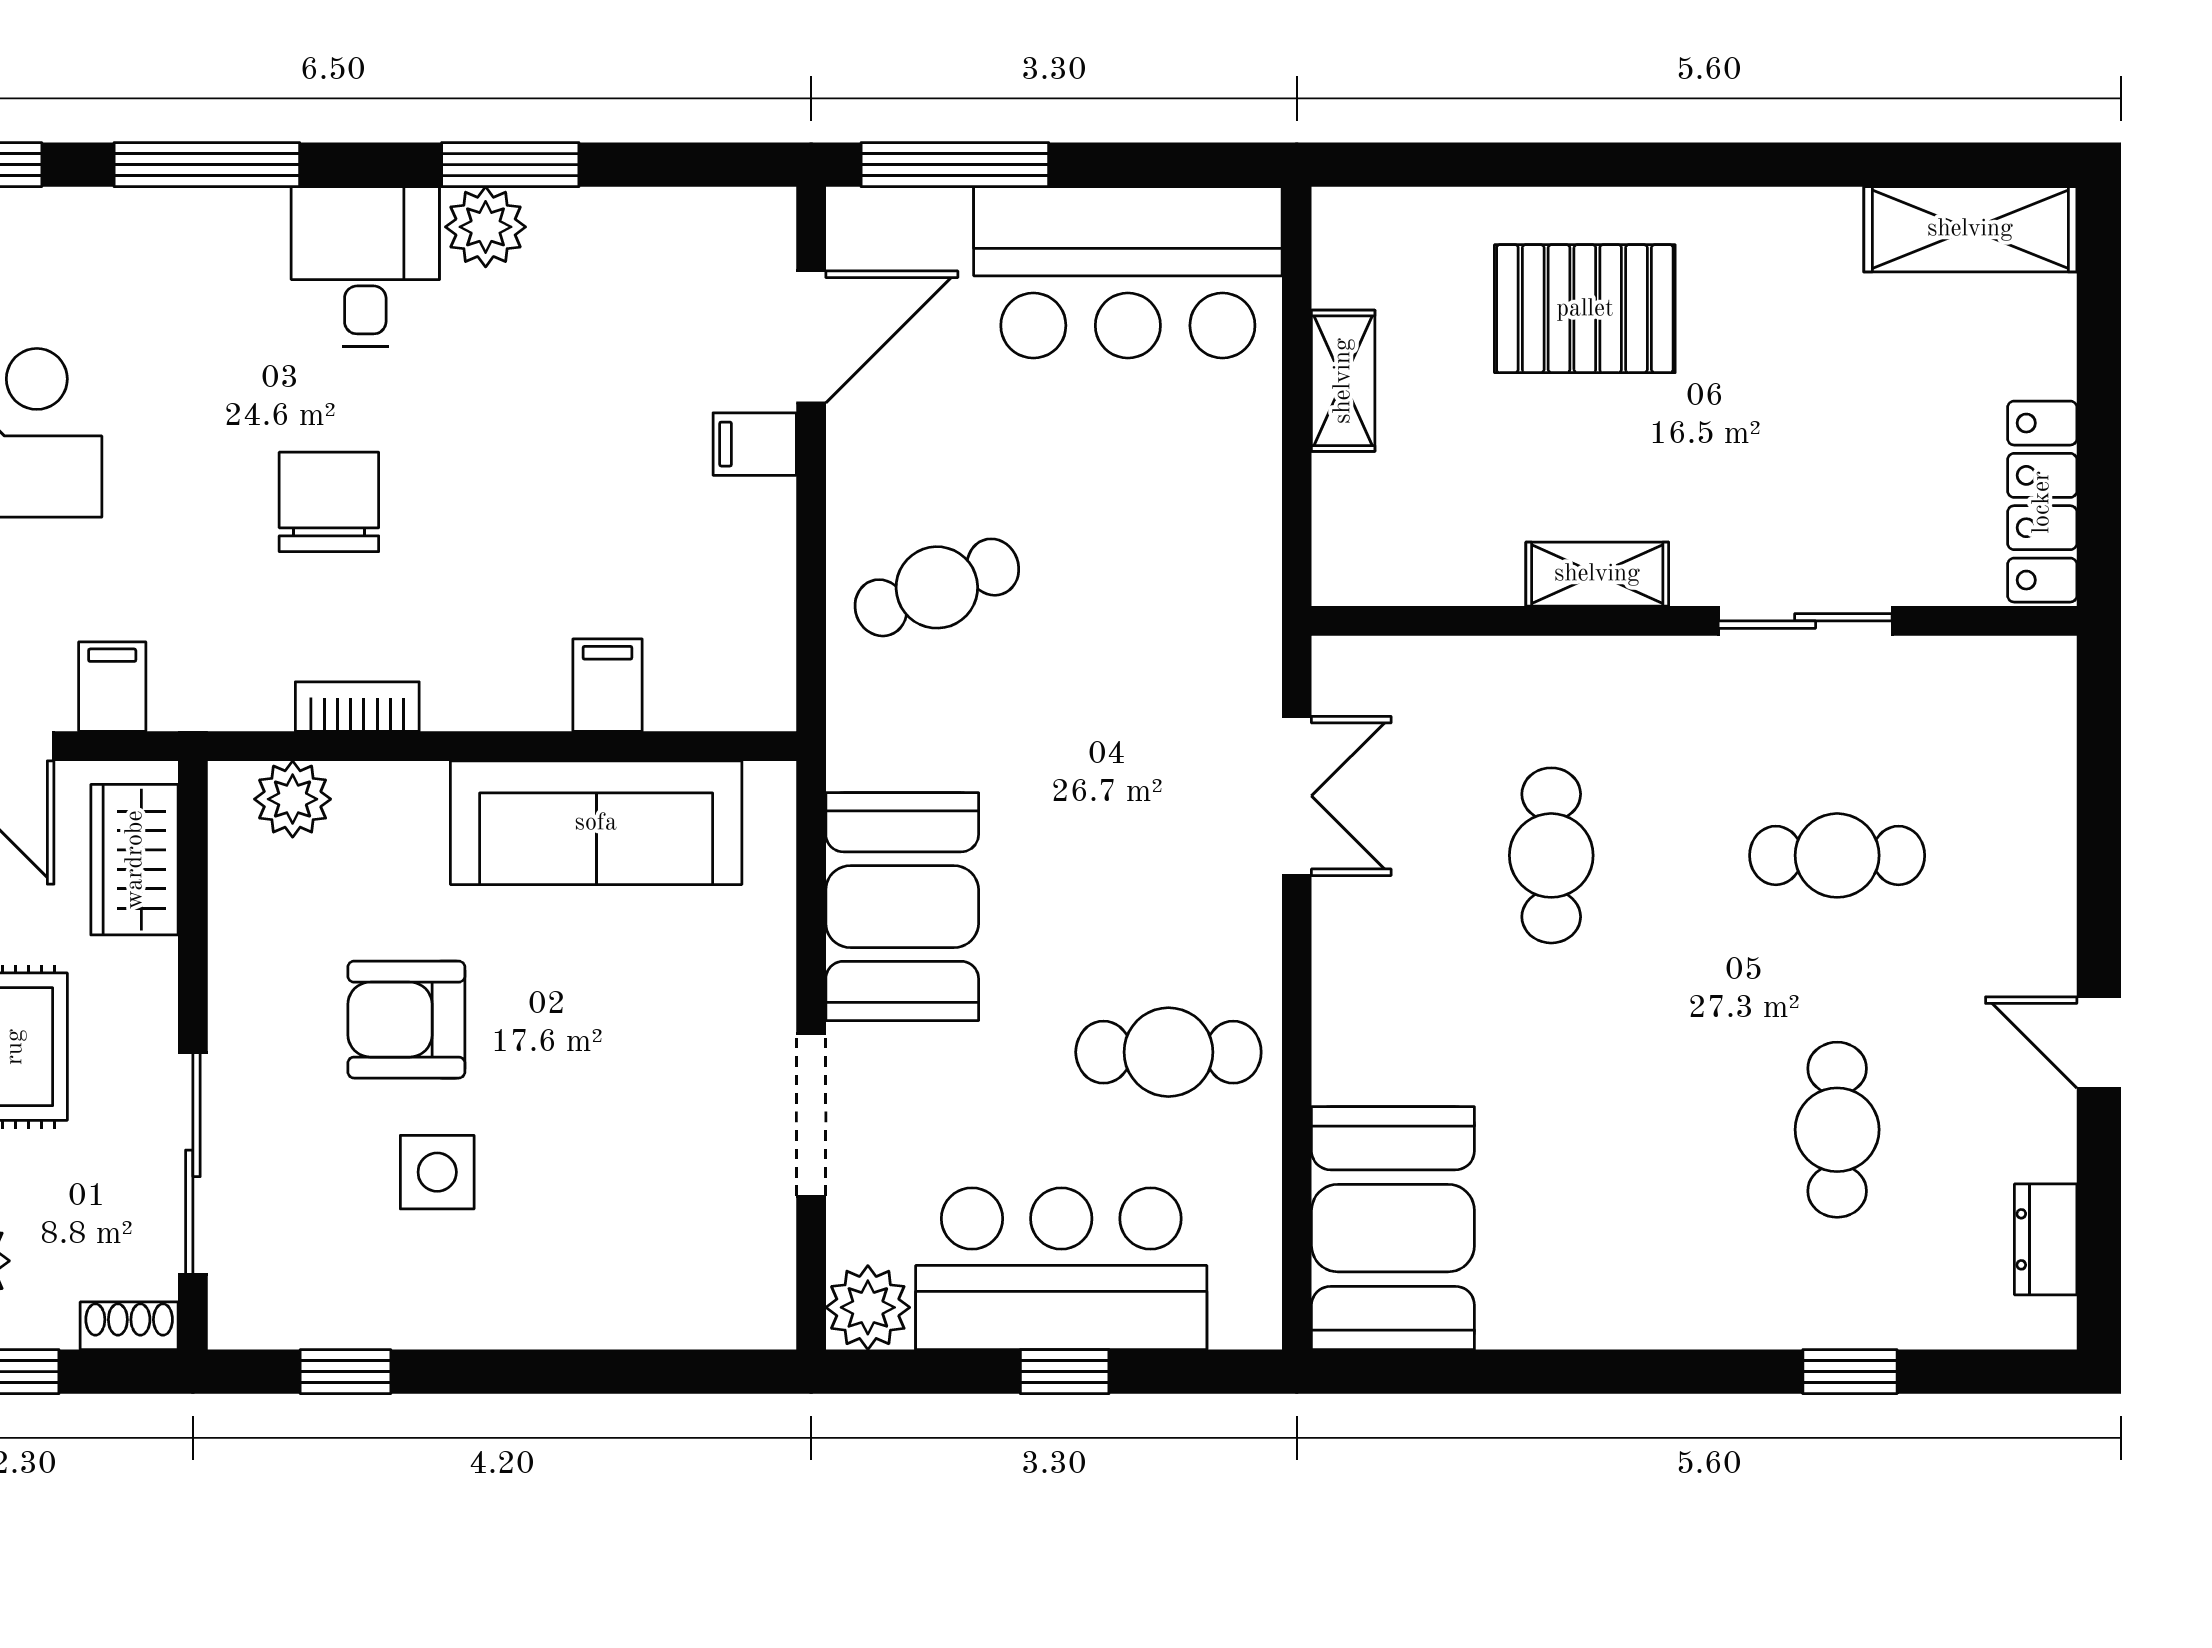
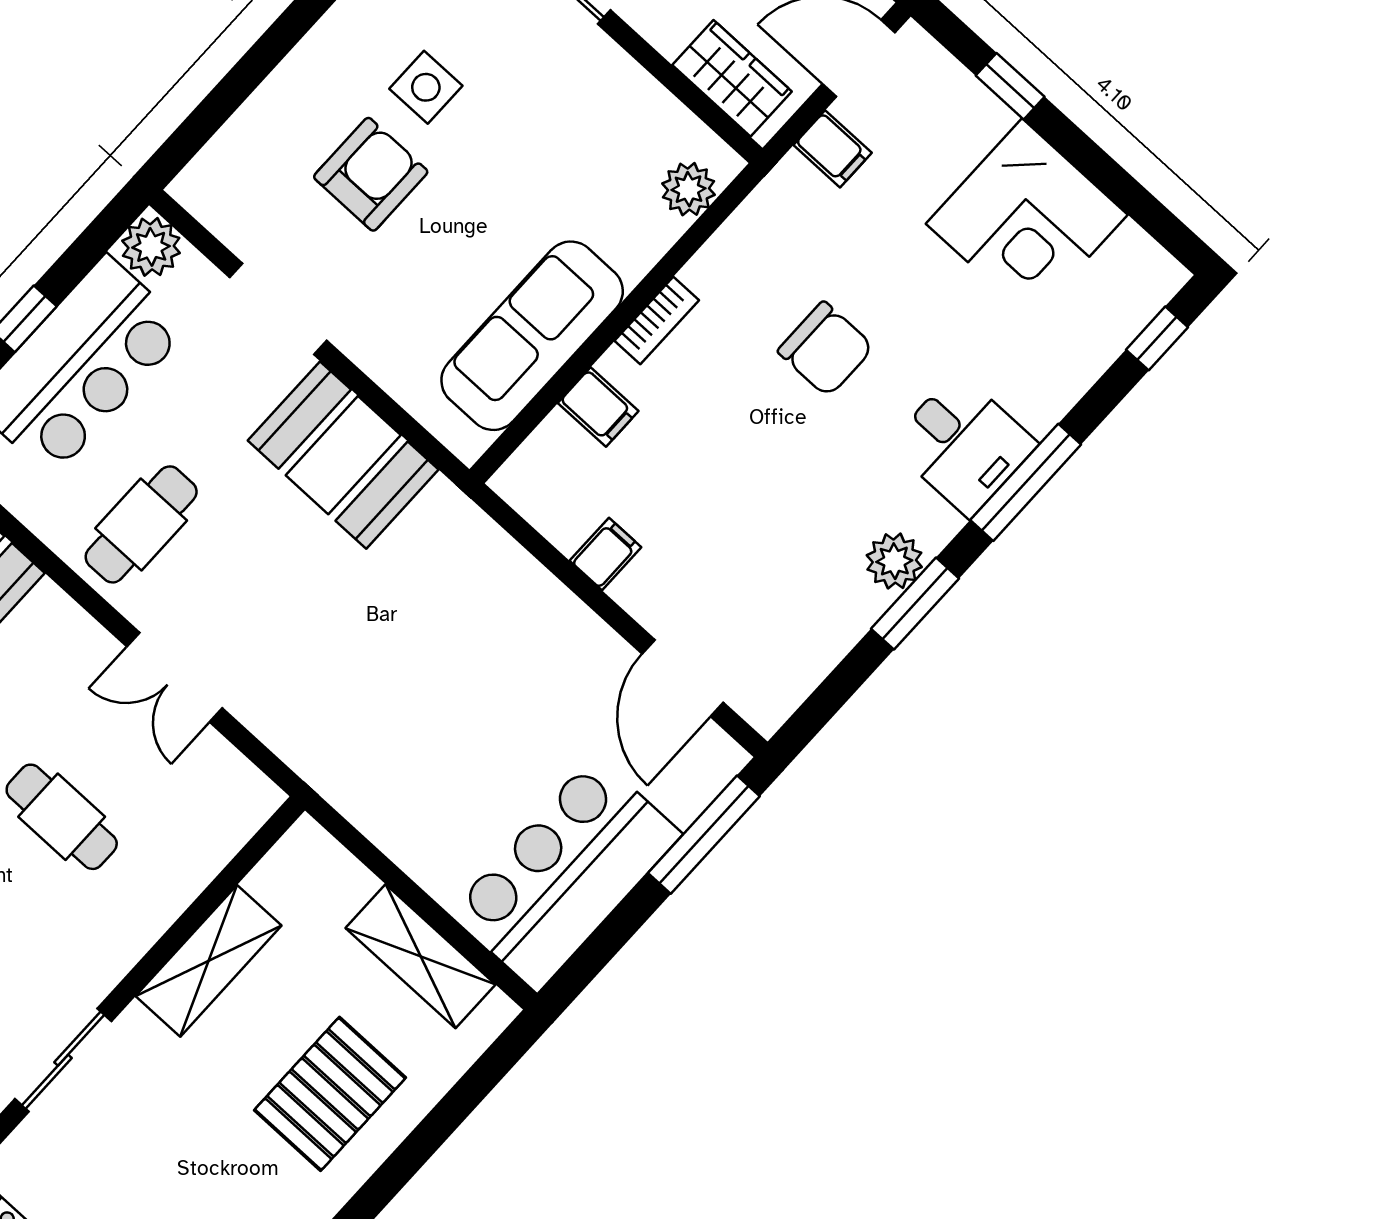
window: (207, 165) -> (1026, 482), moved
desk: (365, 267) -> (963, 444), moved
shelving: (1343, 381) -> (420, 956), width x1.50, depth x1.33
filing cabinet: (755, 444) -> (605, 554), moved
shelving: (1597, 574) -> (209, 961), width x1.50, depth x1.33
cafe table: (937, 587) -> (493, 625), removed
bookcase: (357, 707) -> (657, 321), moved
double door: (1297, 796) -> (174, 677), moved
armchair: (406, 1020) -> (371, 174), moved

